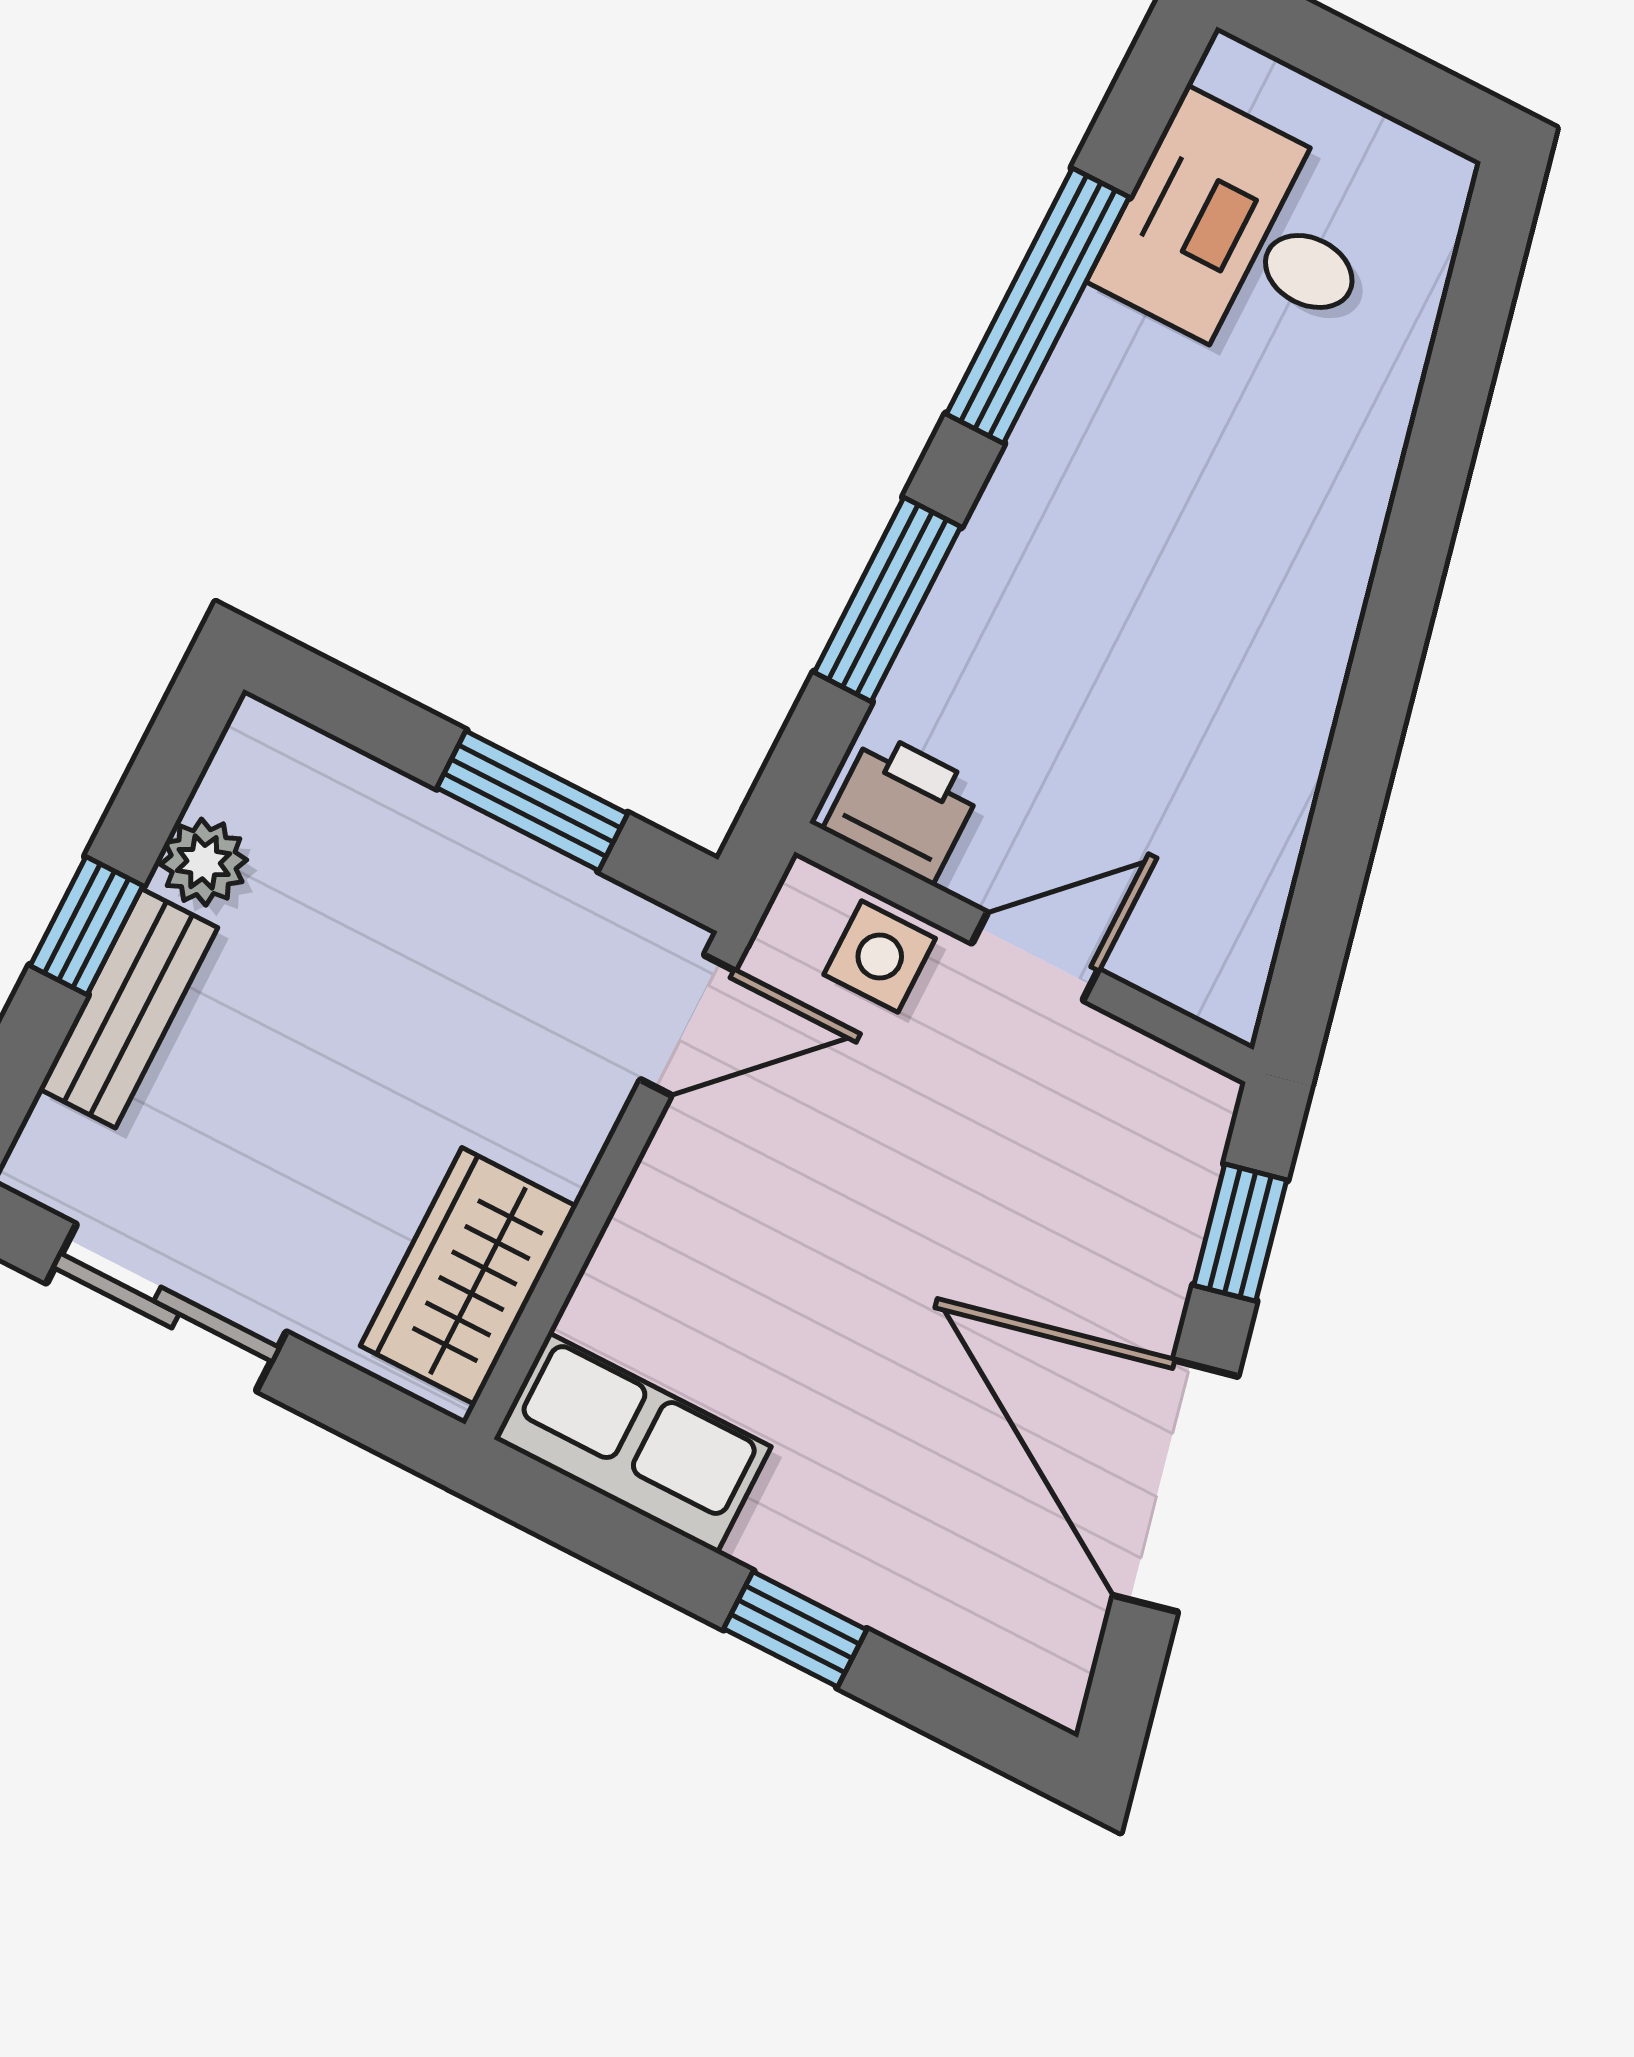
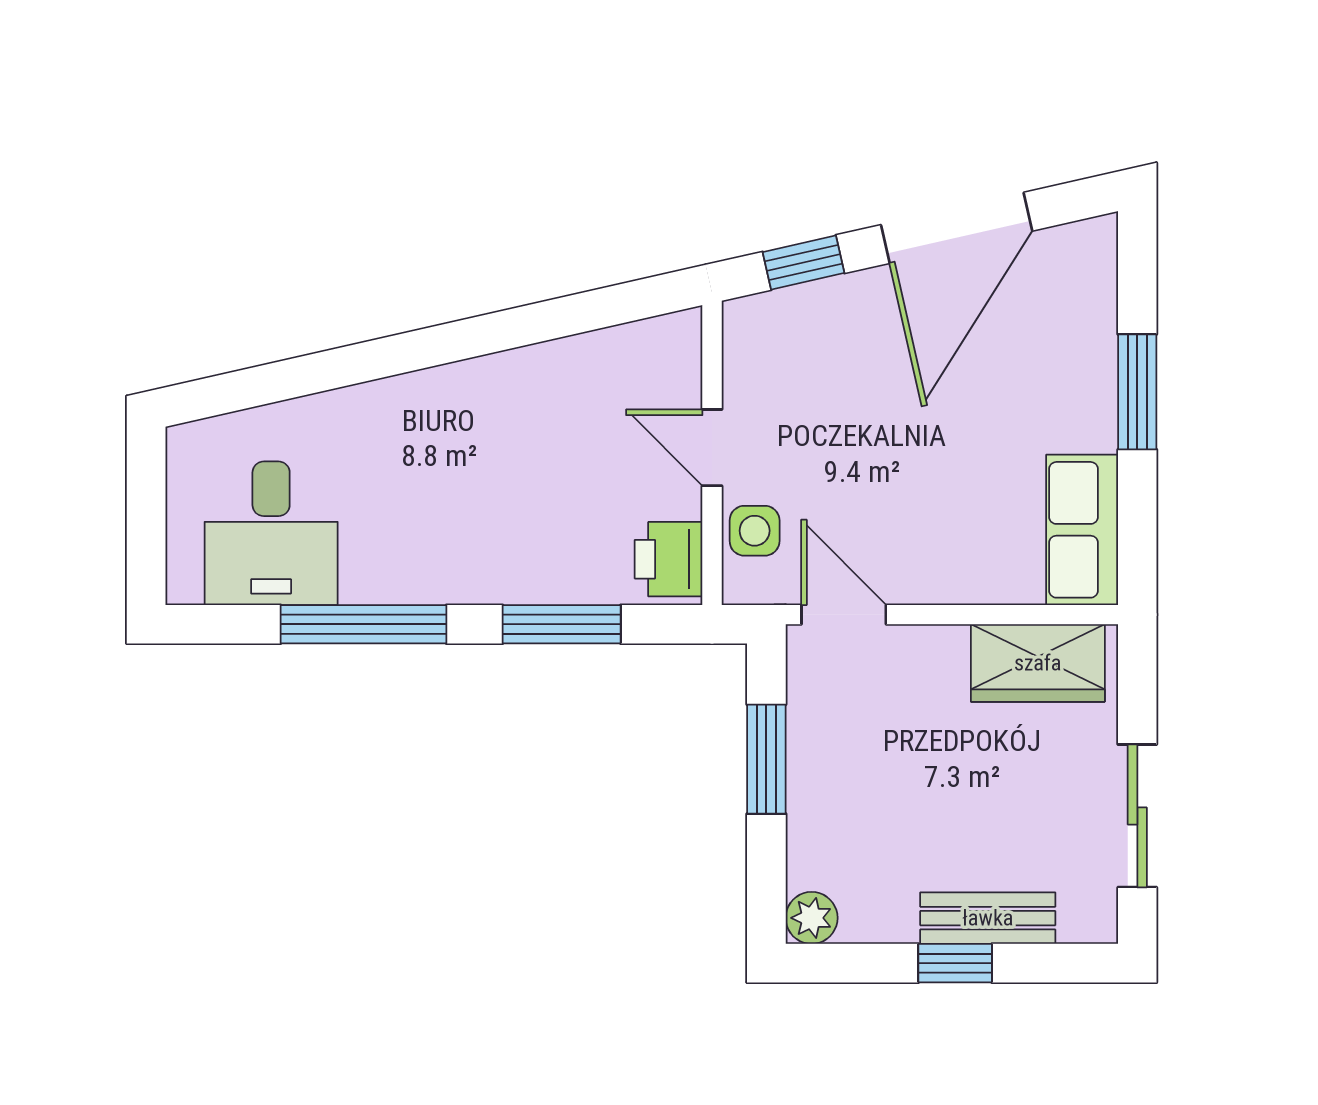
plant: (204, 862) -> (812, 918), moved
window: (795, 1629) -> (1137, 392), width x1.50

